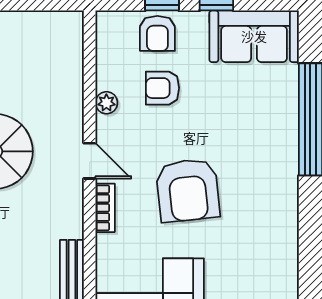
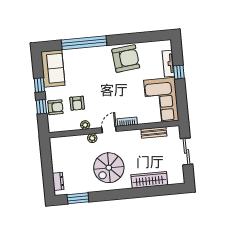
plant: (73, 117) -> (92, 138), added
armchair: (188, 190) -> (126, 59), moved

